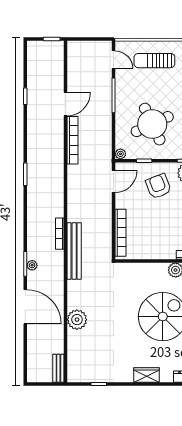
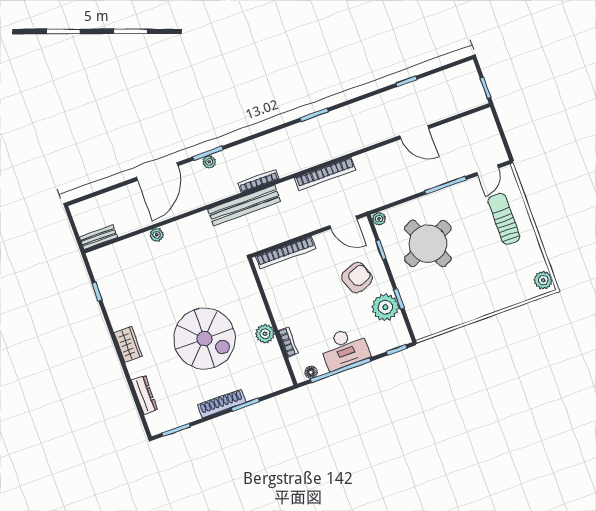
bookcase: (72, 140) -> (325, 174), moved
plant: (77, 320) -> (157, 235), width x0.53, depth x0.53

